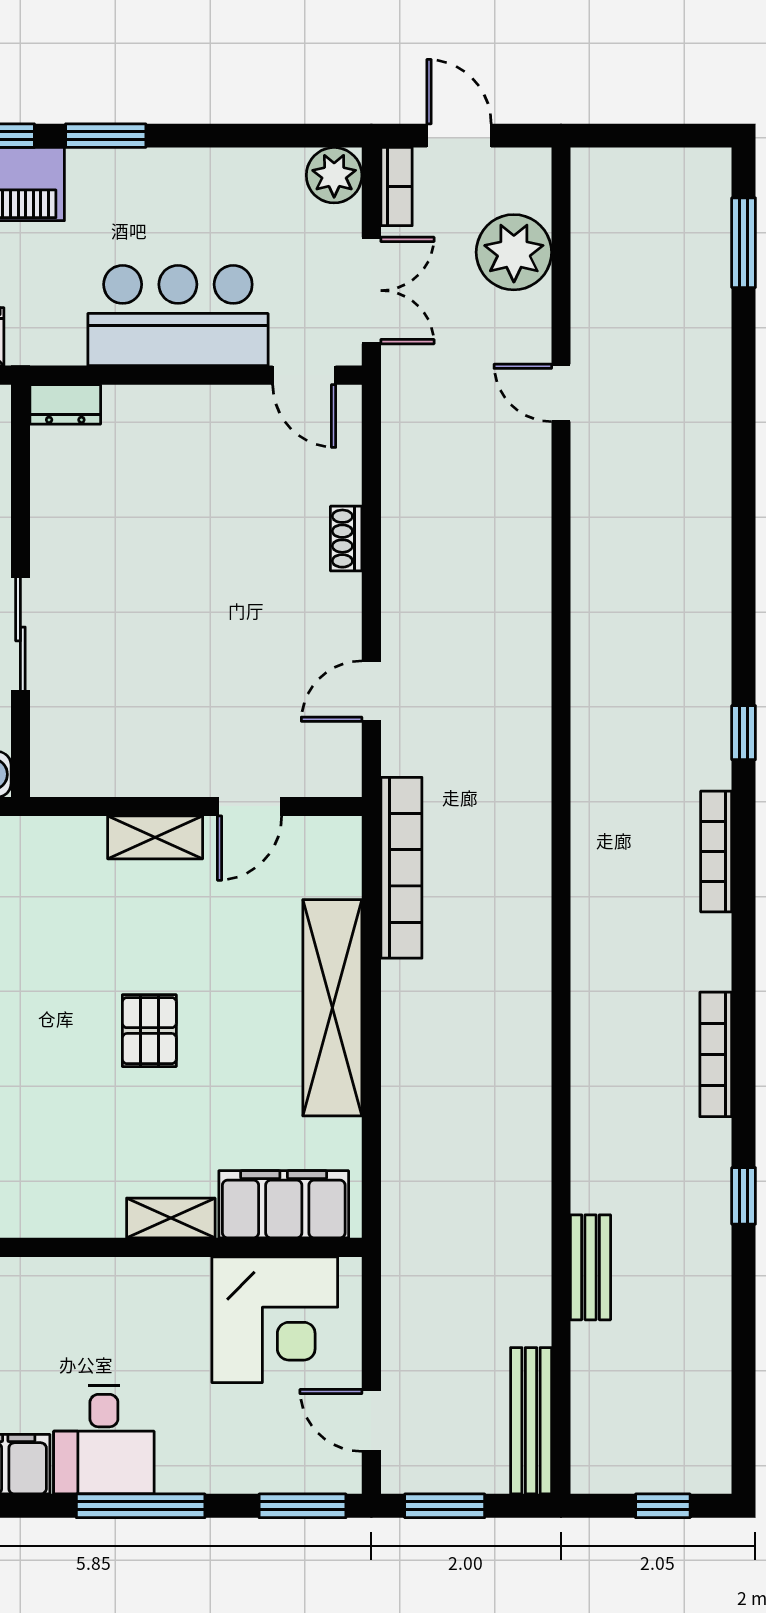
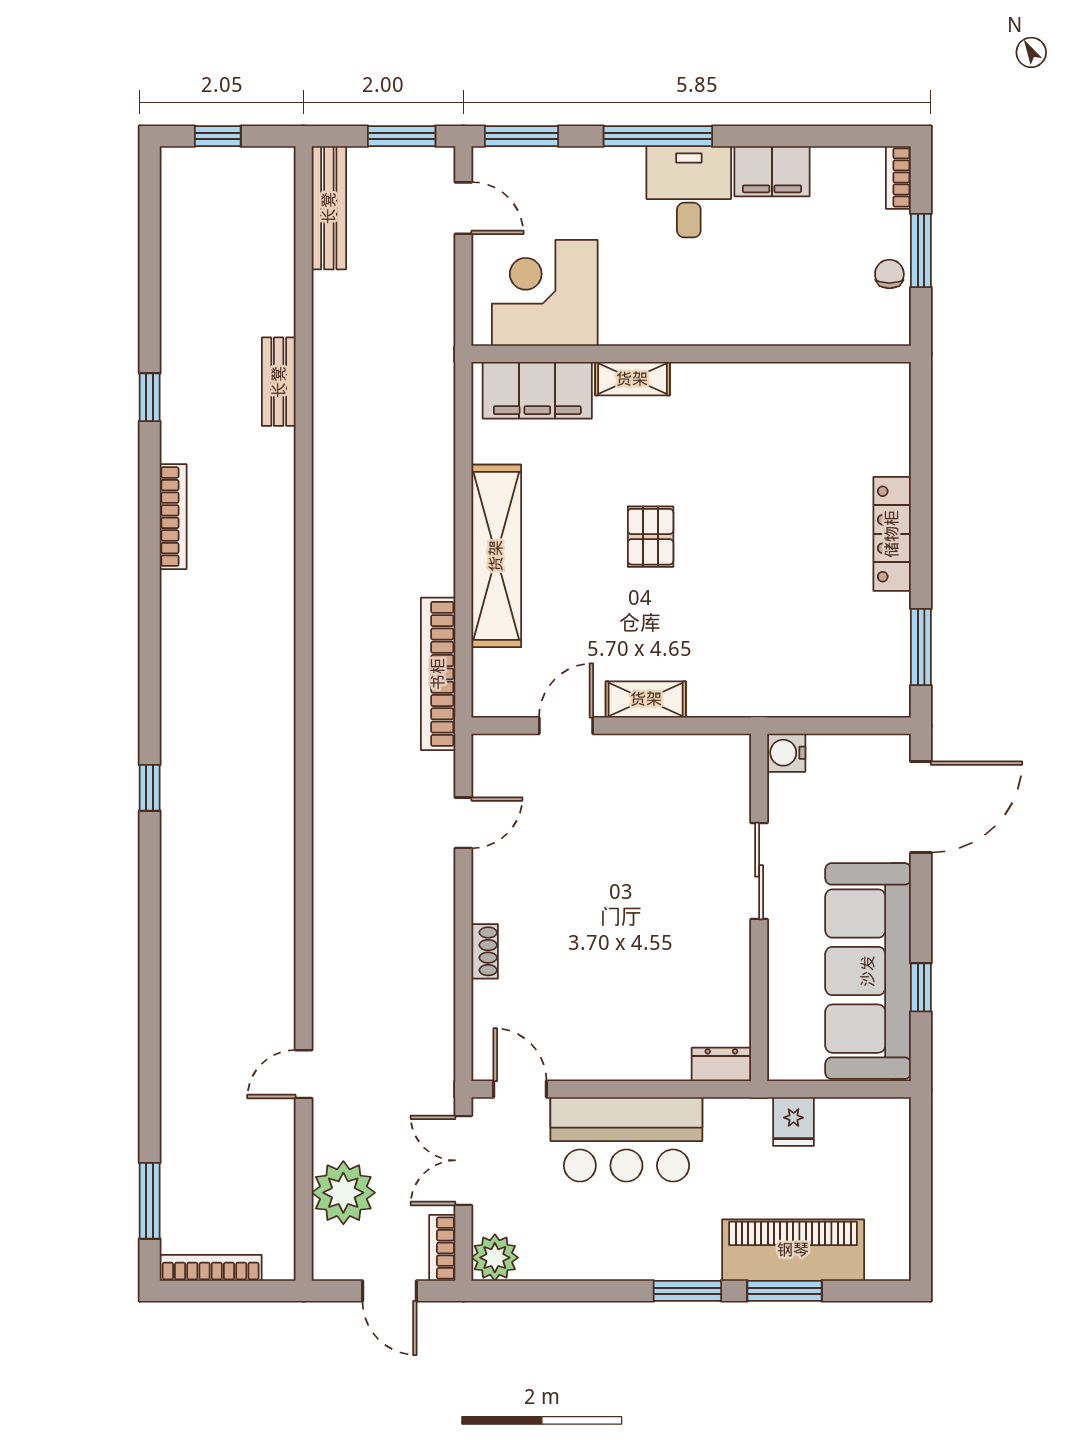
door: (561, 393) -> (304, 1074), swing flipped
bookcase: (716, 851) -> (211, 1268), moved, turned -90
bench: (591, 1267) -> (279, 382), moved

